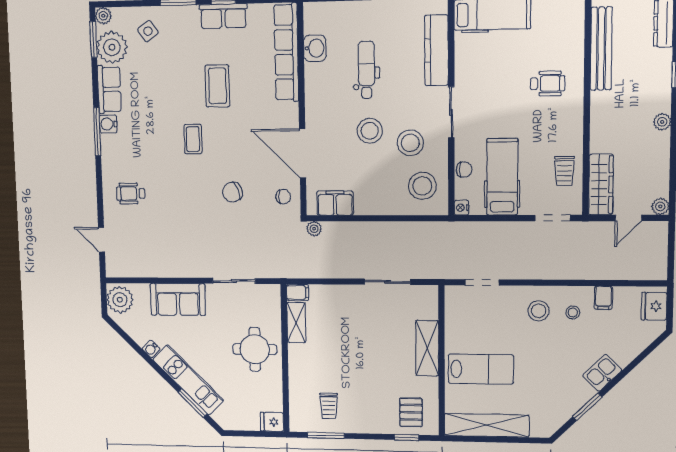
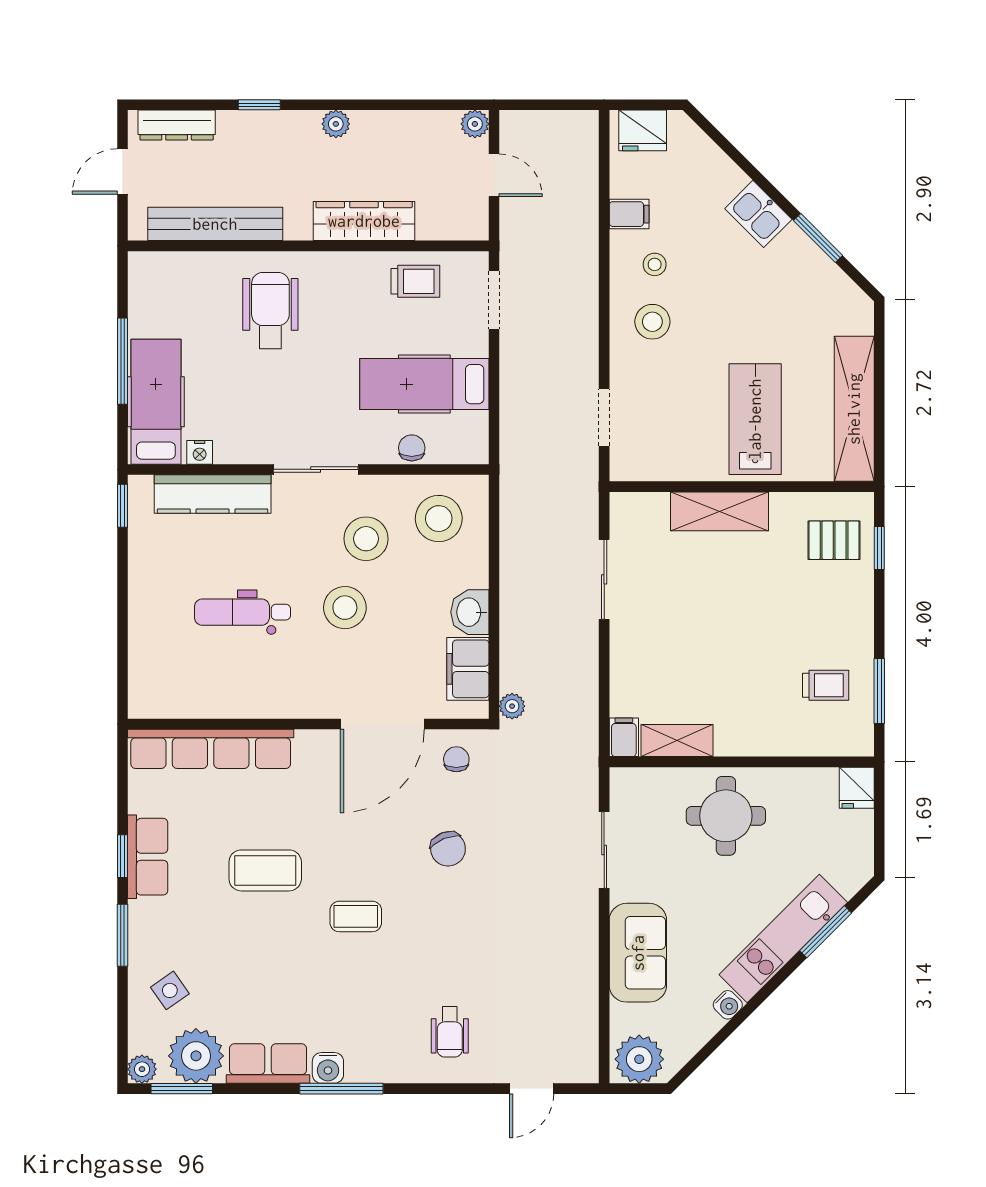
washbasin: (315, 48) -> (470, 612), moved, turned -90
wheelchair: (547, 84) -> (270, 310), width x1.36, depth x1.37
wardrobe: (601, 185) -> (364, 221), moved
nightstand: (461, 208) -> (200, 452), moved

